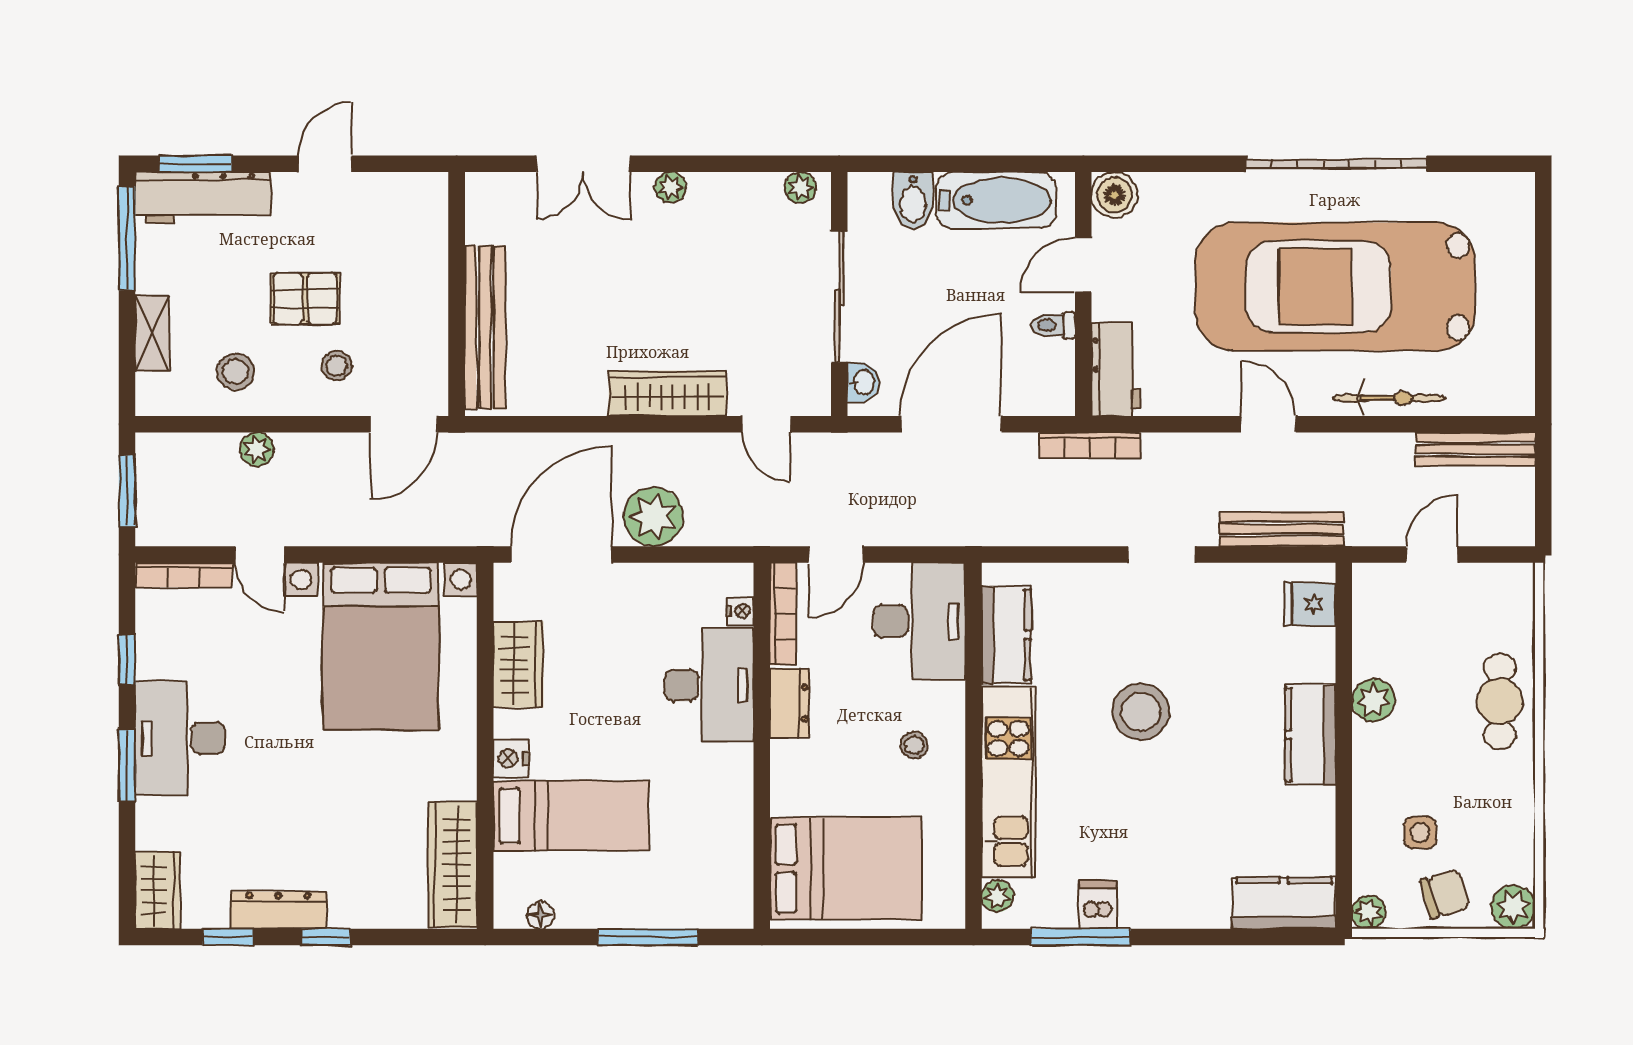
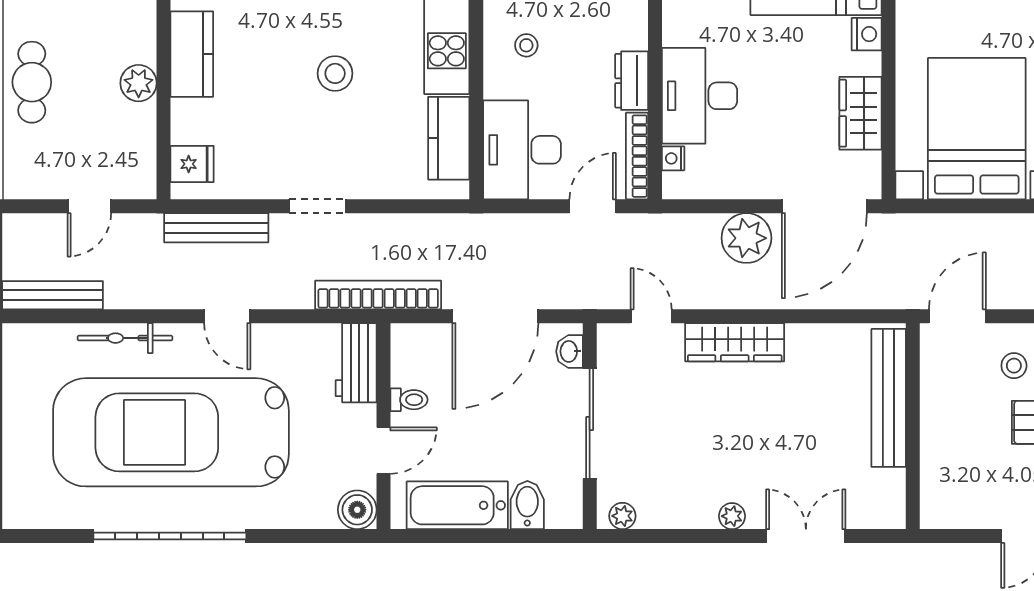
car: (1335, 287) -> (171, 432), turned 180
bookcase: (1090, 445) -> (378, 295), width x1.48, depth x1.31
stool: (1141, 712) -> (335, 73), width x0.73, depth x0.73

